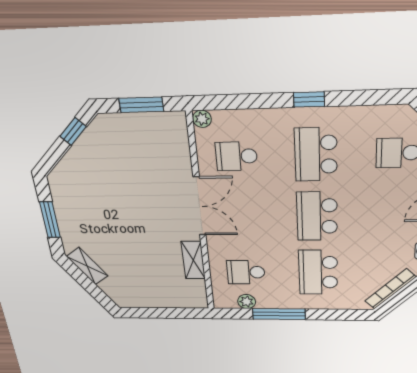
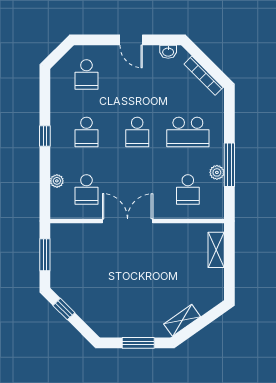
plant: (202, 119) -> (57, 181), moved
school desk: (316, 155) -> (86, 132), width x0.54
school desk: (317, 216) -> (137, 132), width x0.54
shelving: (193, 260) -> (216, 250), moved, turned 90
plant: (247, 302) -> (217, 172), moved

